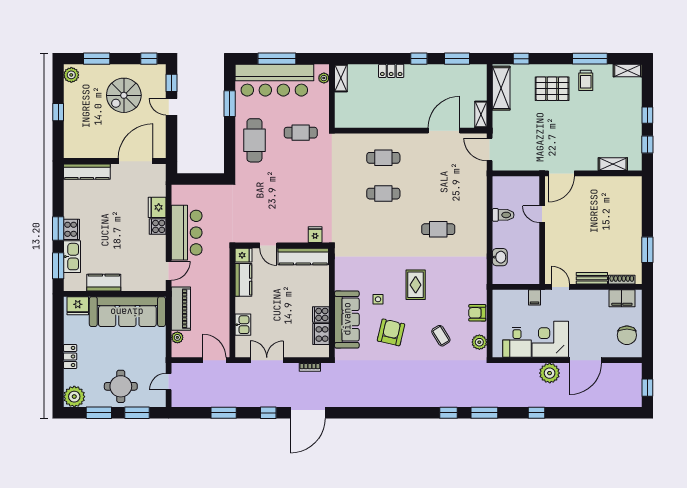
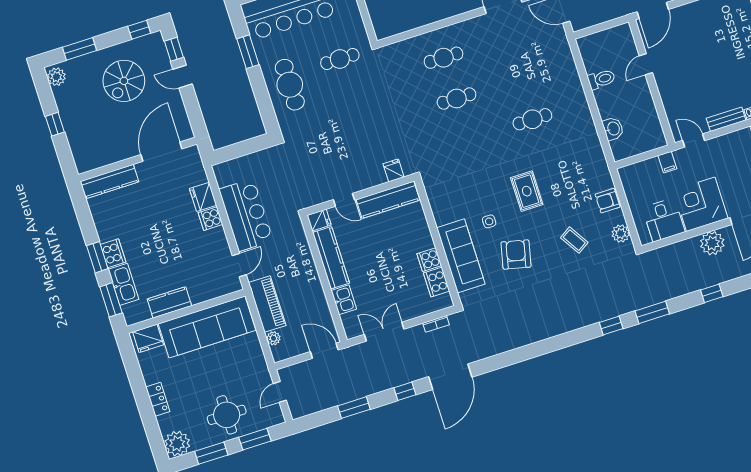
door: (542, 214) -> (646, 64), hinge flipped
kitchen counter: (243, 280) -> (331, 258), width x1.50

